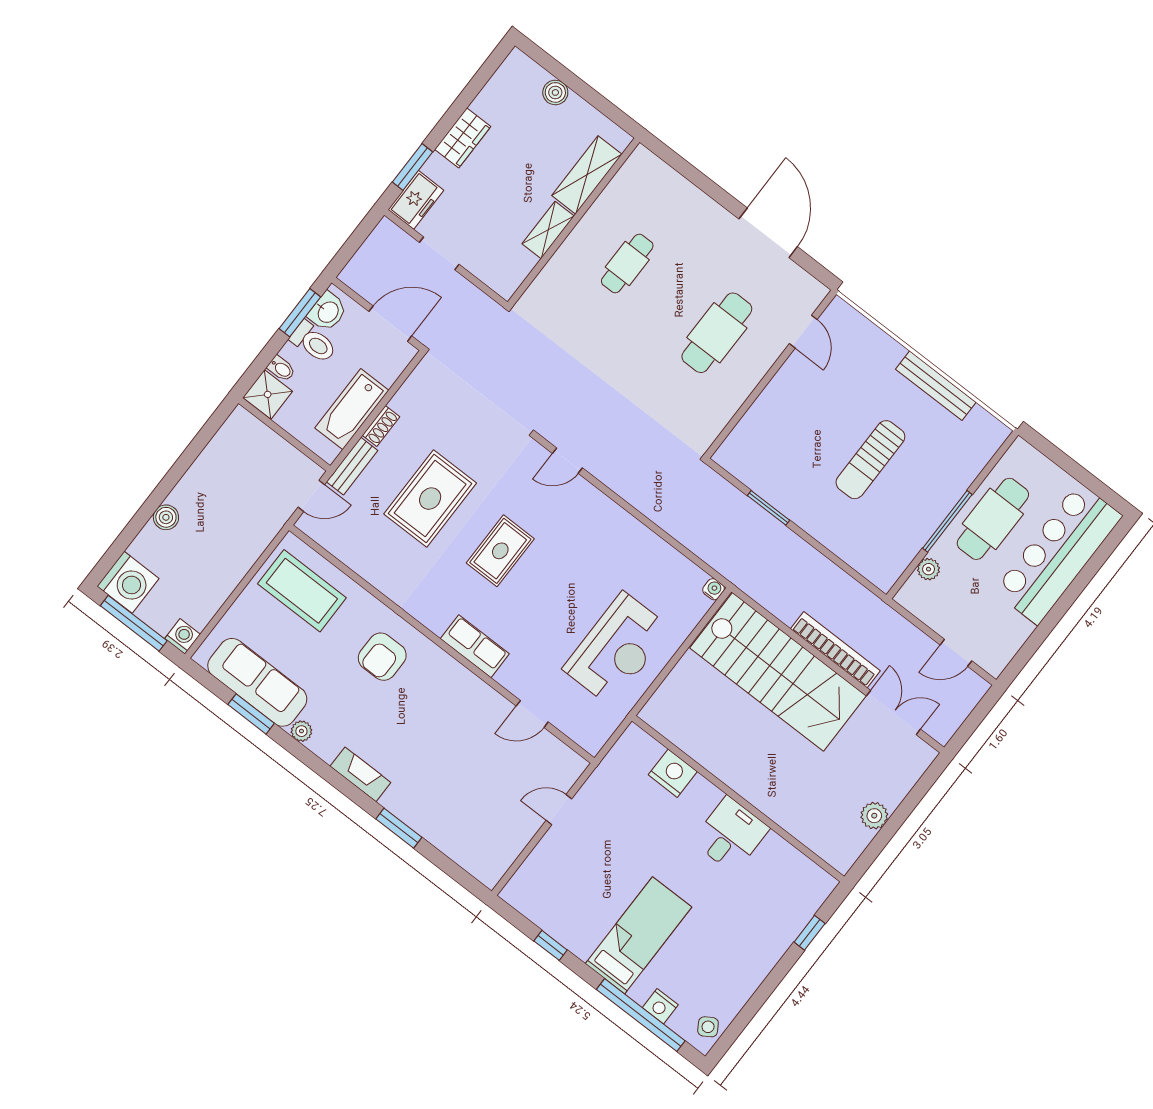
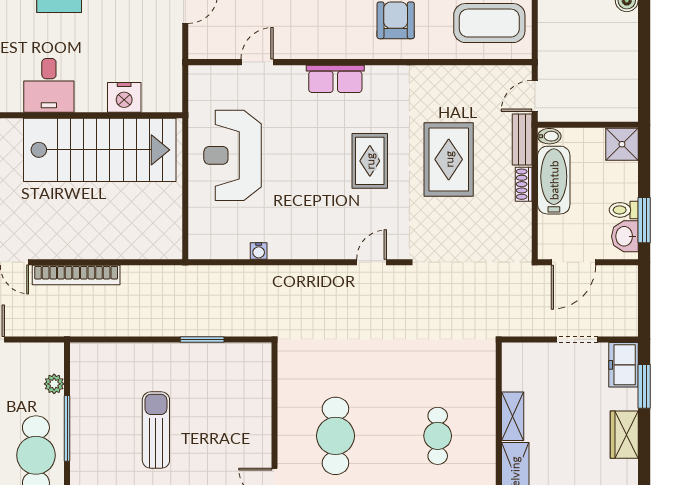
toilet: (313, 342) -> (624, 210), width x0.73, depth x0.72
bidet: (281, 369) -> (549, 136), moved, turned 180
water cooler: (714, 589) -> (259, 251), moved
stairs: (778, 672) -> (100, 150), moved, turned 180

